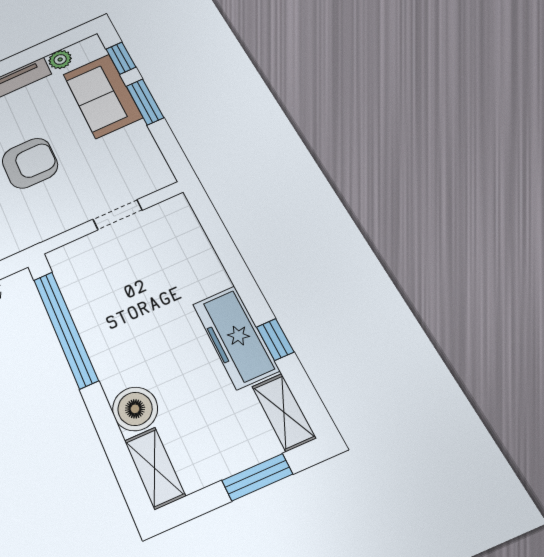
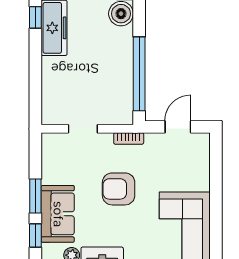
bookcase: (43, 233) -> (129, 138), added

